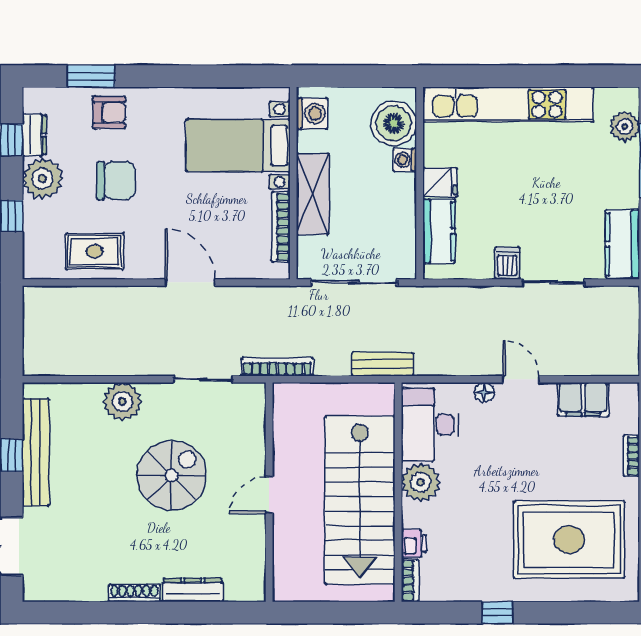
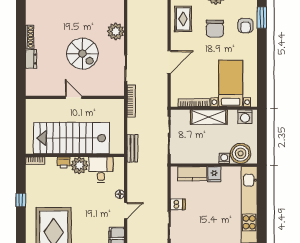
desk: (430, 425) -> (101, 170), width x0.73
printer: (414, 543) -> (64, 162), moved
dresser: (193, 590) -> (31, 59), width x0.70

